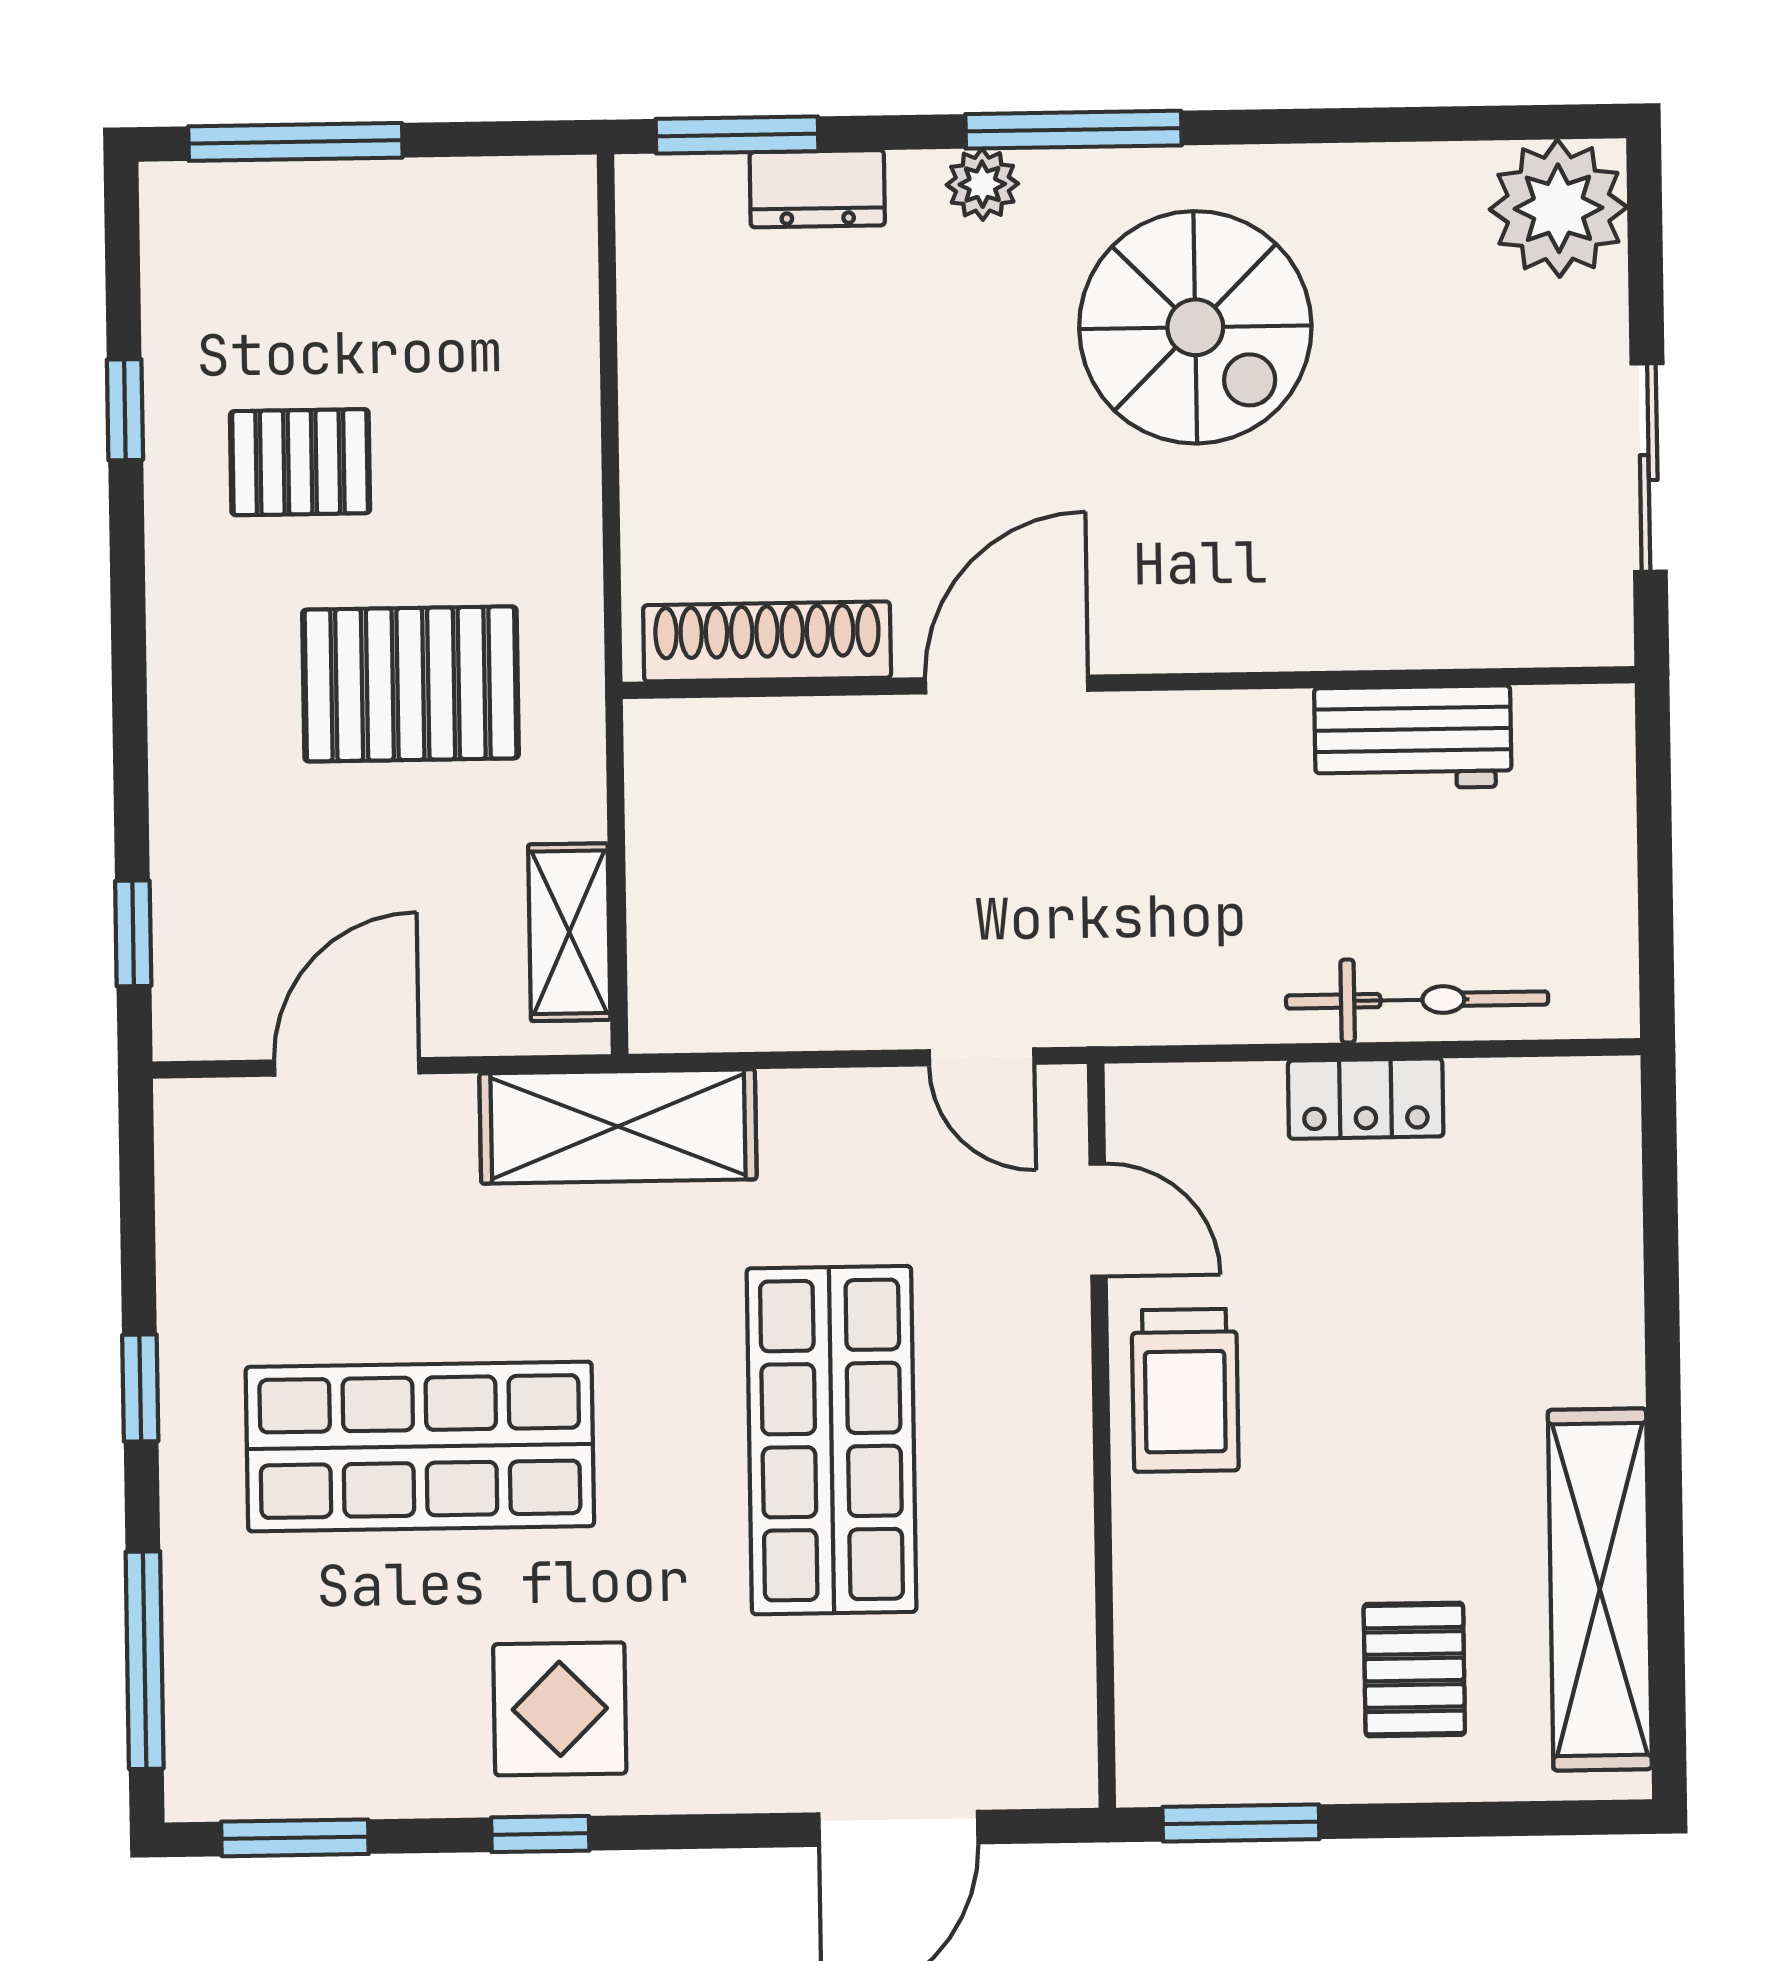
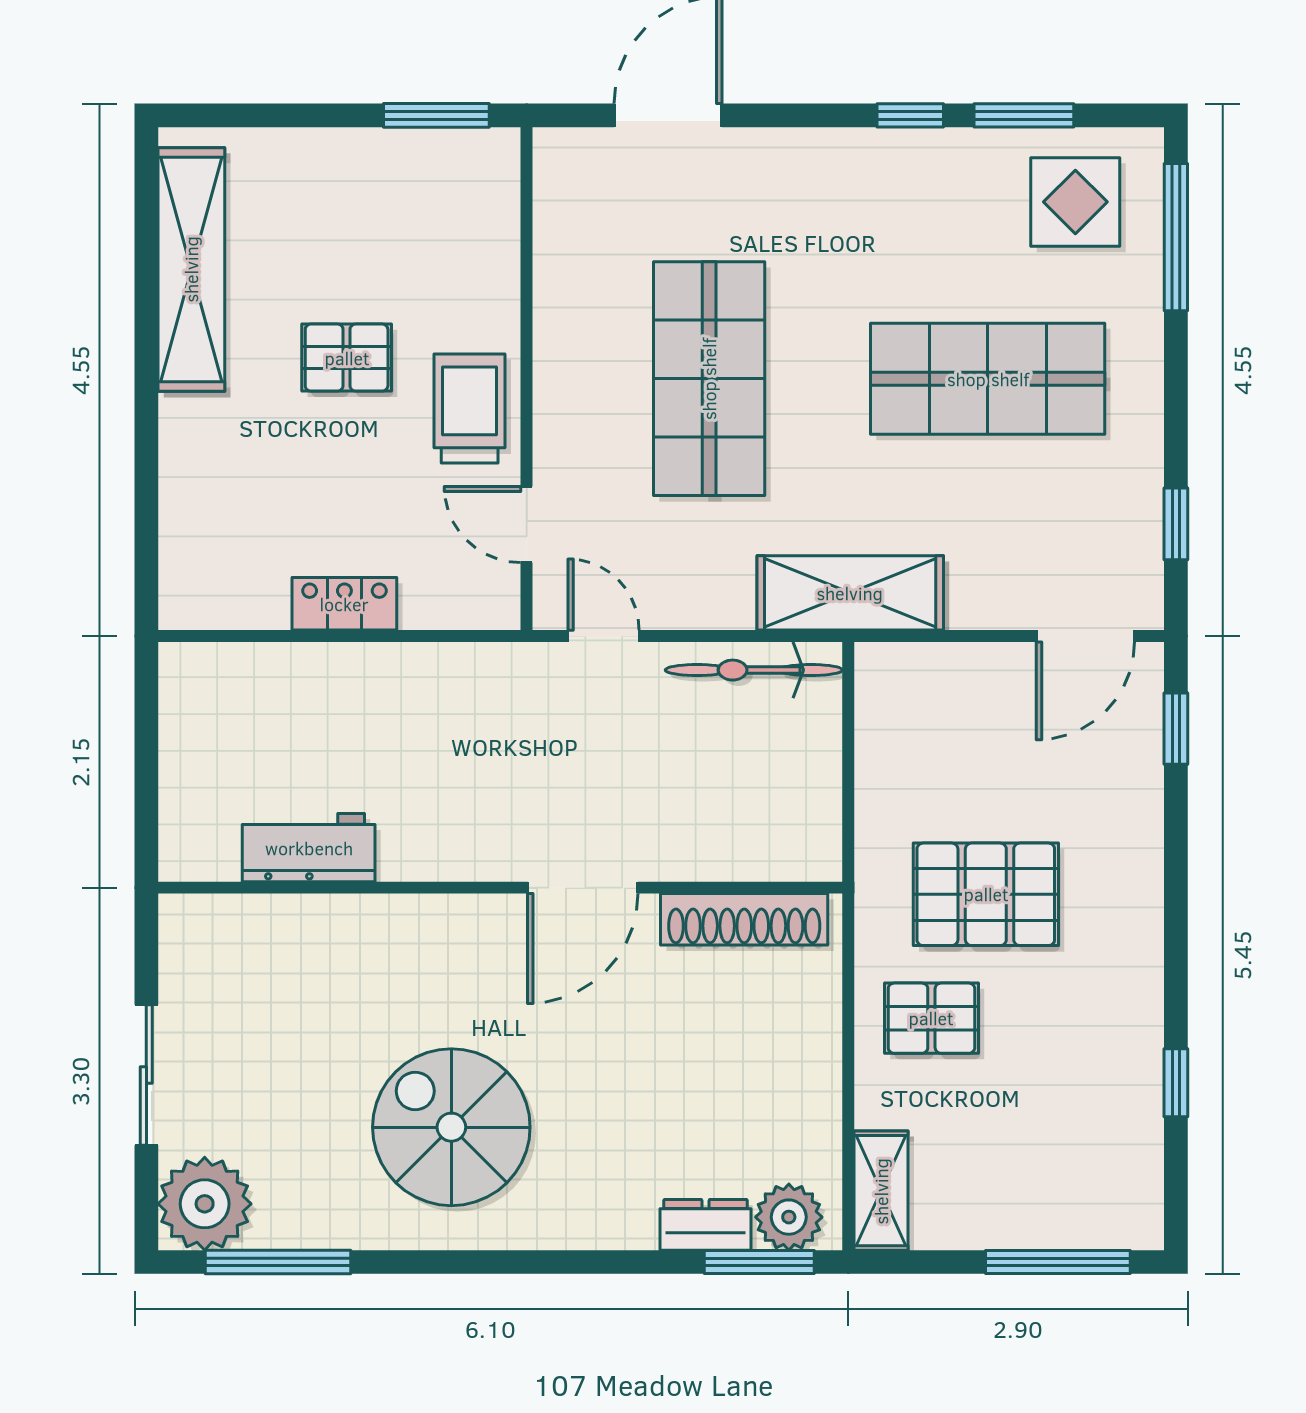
window: (1073, 130) -> (278, 1262), moved
plant: (982, 184) -> (789, 1217), moved, width x1.38, depth x1.38
pallet: (300, 462) -> (931, 1018), moved
sliding door: (1649, 468) -> (146, 1075), moved
shelving: (569, 932) -> (881, 1191), moved
bicycle: (1417, 1000) -> (754, 670), moved
door: (347, 1067) -> (1085, 636), moved
window: (140, 1388) -> (1176, 524), moved
pallet: (1414, 1669) -> (347, 358), moved, turned 90
display table: (560, 1709) -> (1075, 202), moved
window: (295, 1838) -> (1024, 115), moved

